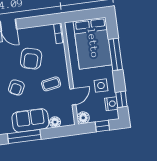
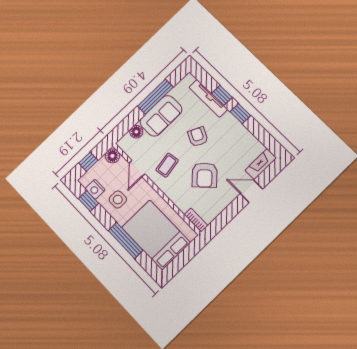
armchair: (31, 59) -> (205, 175), turned -149

